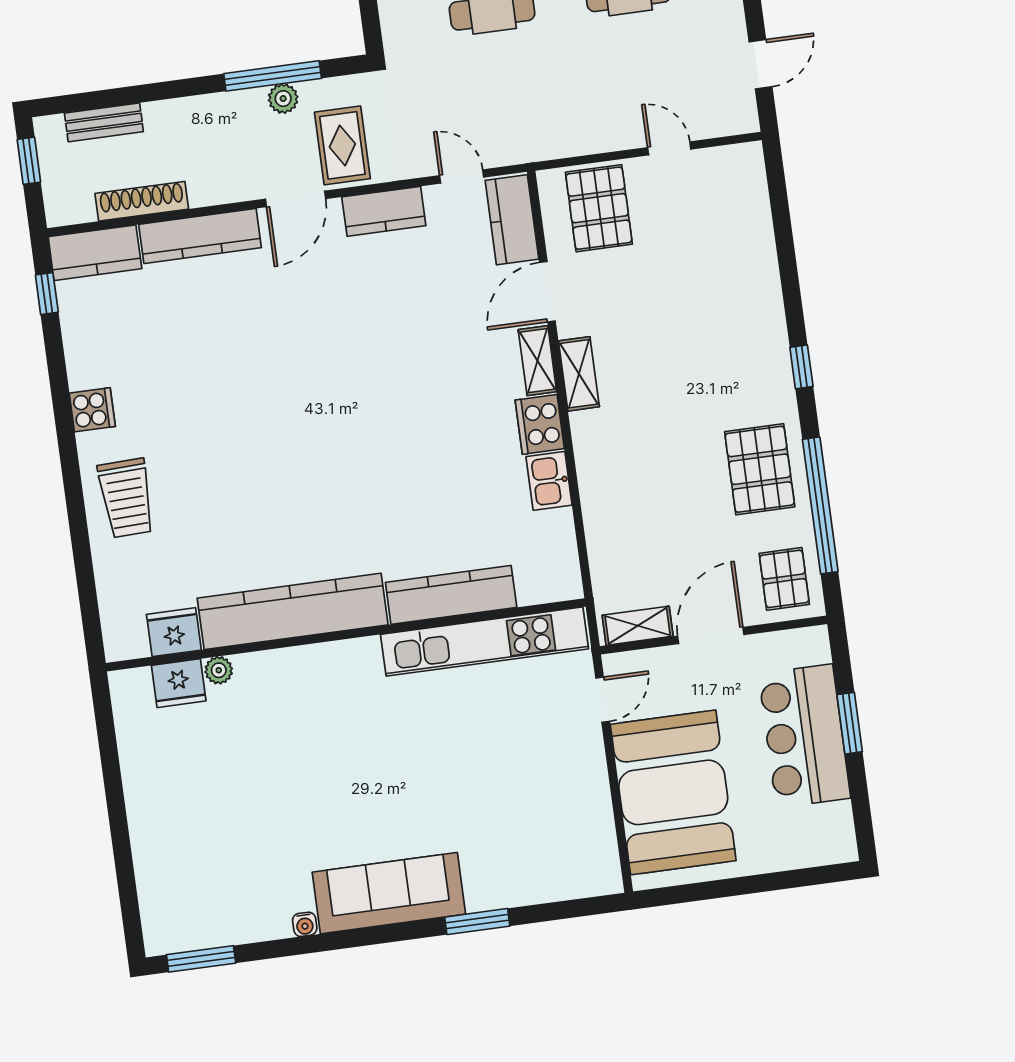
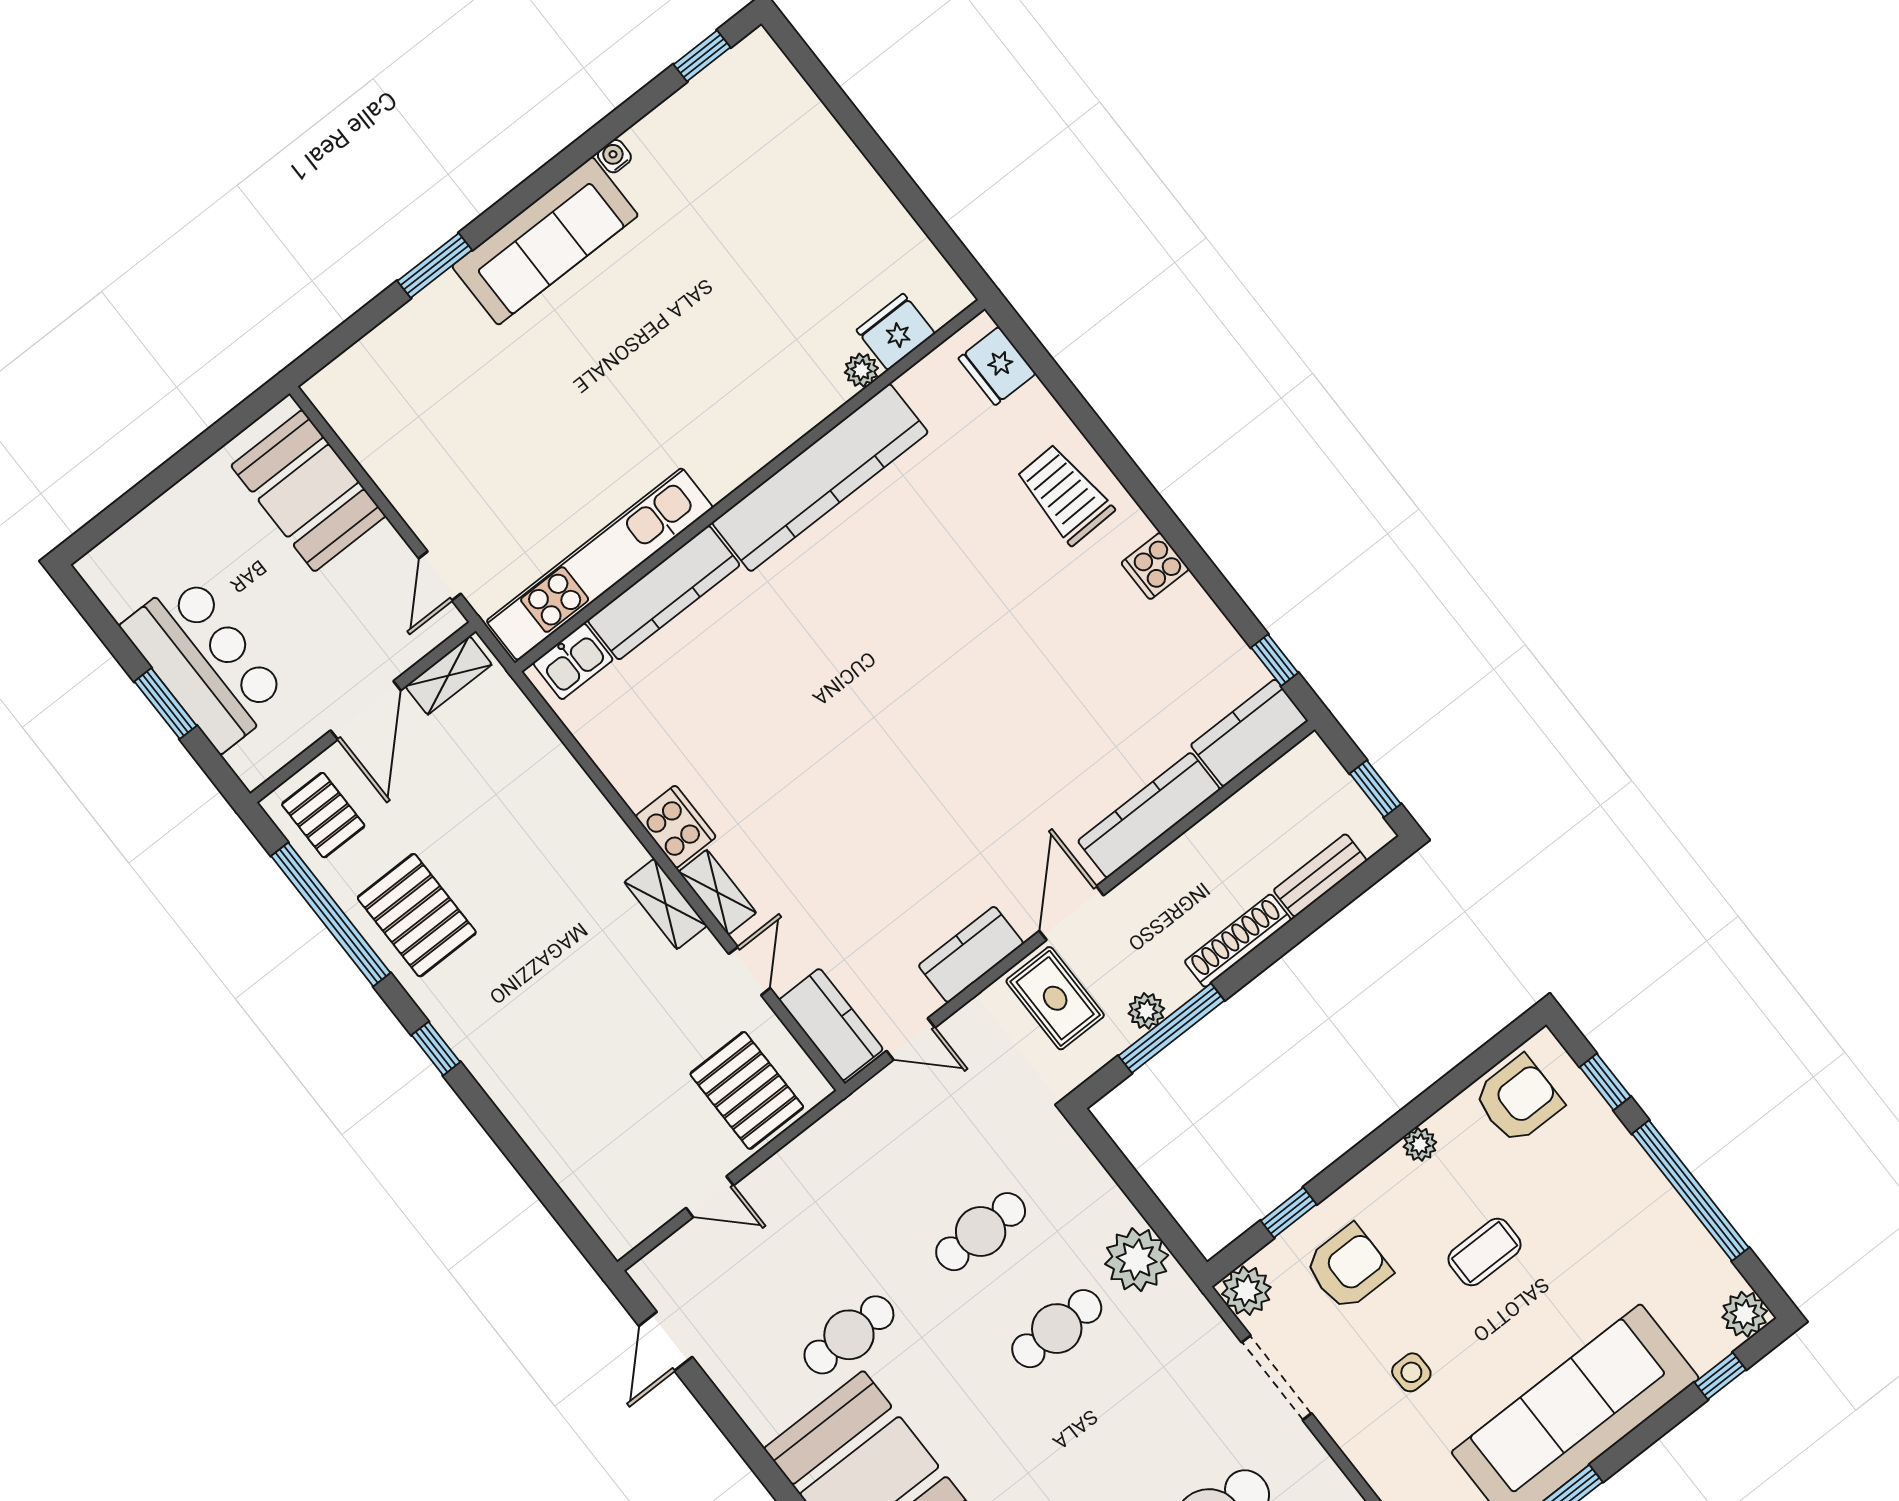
shoe rack: (142, 201) -> (1238, 941), moved, turned 180
door: (547, 292) -> (749, 971), width x0.73
kitchen sink: (549, 481) -> (573, 661), moved, turned 90
fridge: (174, 632) -> (997, 366), moved, turned 90
booth: (673, 792) -> (308, 491), width x0.73, depth x0.70
window: (201, 959) -> (702, 56), width x0.67

